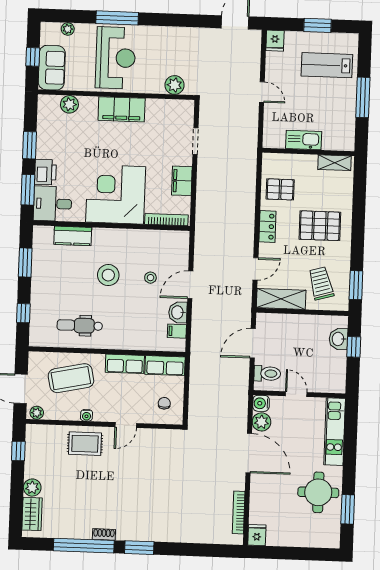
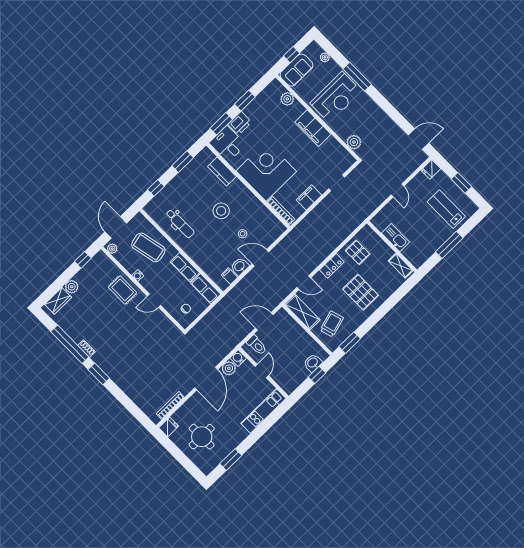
dental chair: (80, 326) -> (180, 224), turned 180
round table: (318, 492) -> (202, 437), moved

